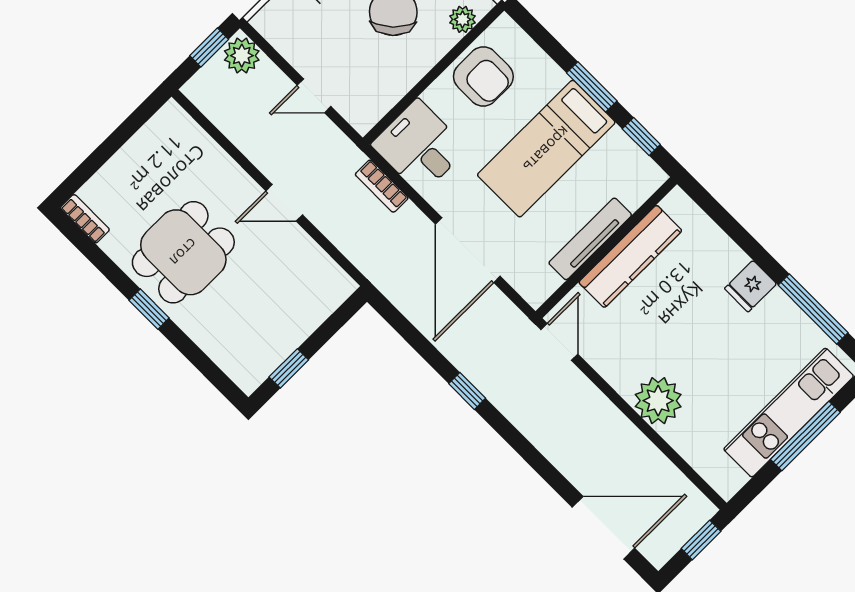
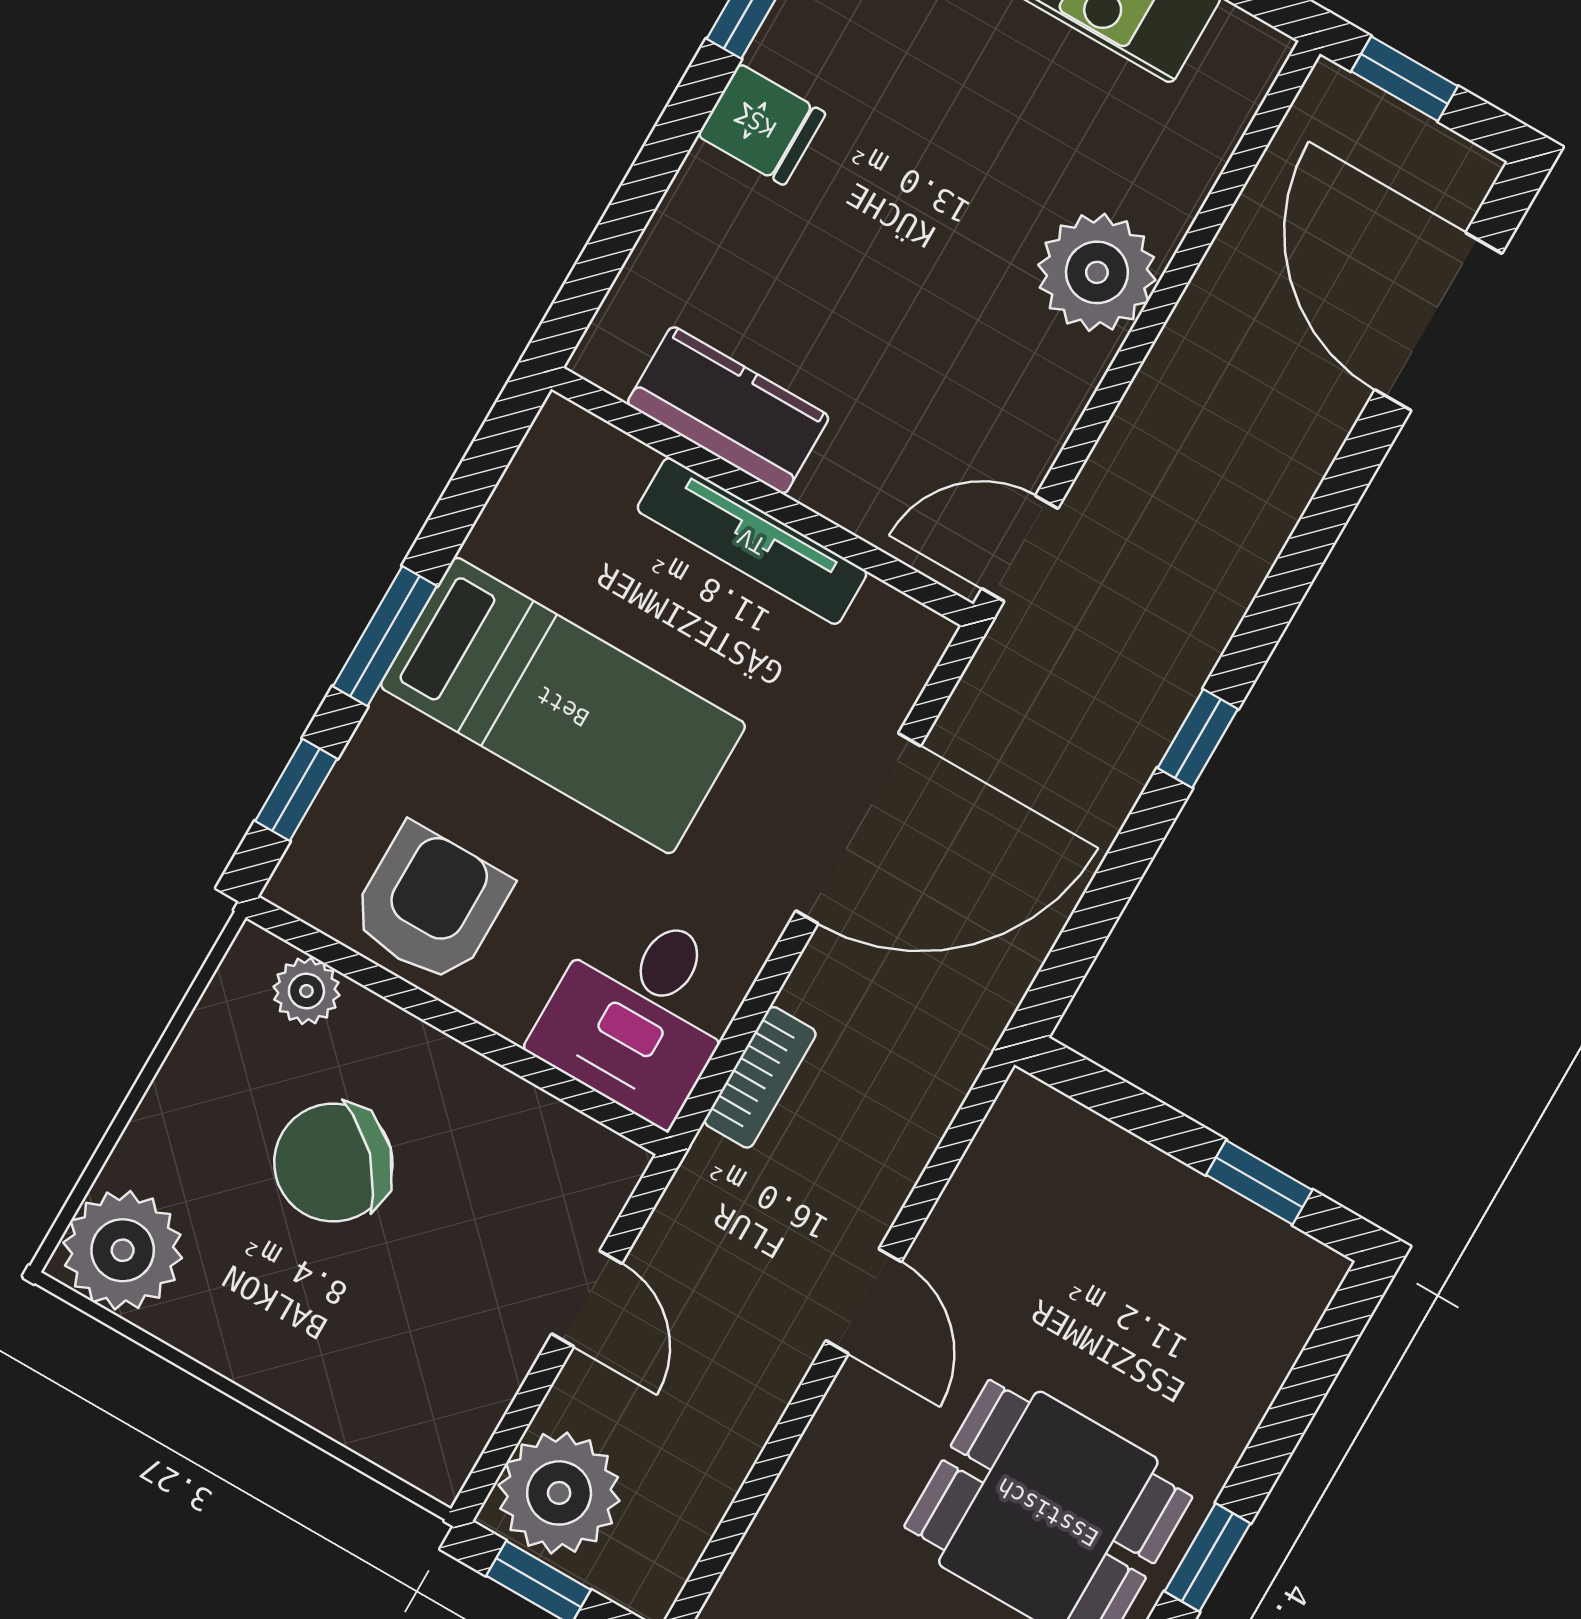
plant: (242, 56) -> (559, 1493), width x1.36, depth x1.36
window: (641, 137) -> (296, 790), moved
kitchen counter: (630, 256) -> (728, 410), width x0.67

